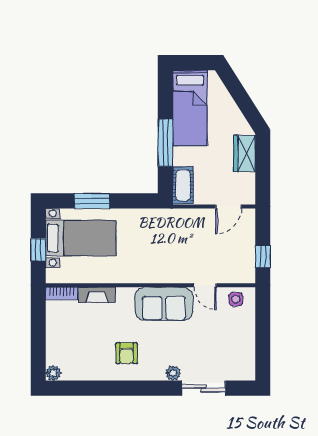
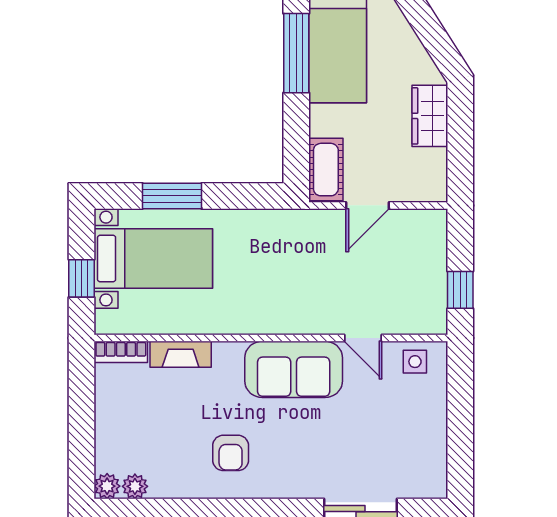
window: (165, 143) -> (296, 53), moved
door: (228, 207) -> (367, 205), moved
plant: (173, 373) -> (135, 486), moved

